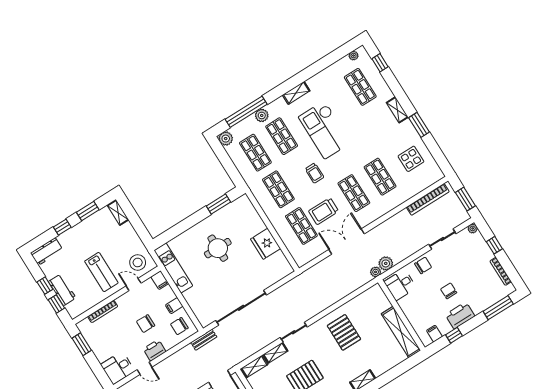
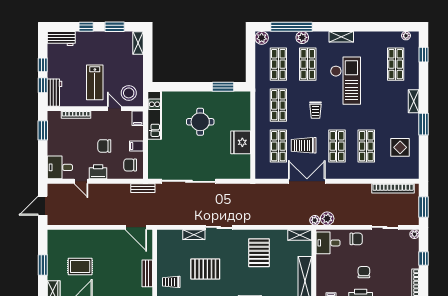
checkout: (325, 130) -> (345, 81), turned 180
workbench: (62, 290) -> (54, 93), moved
shelving: (254, 366) -> (300, 235), moved

